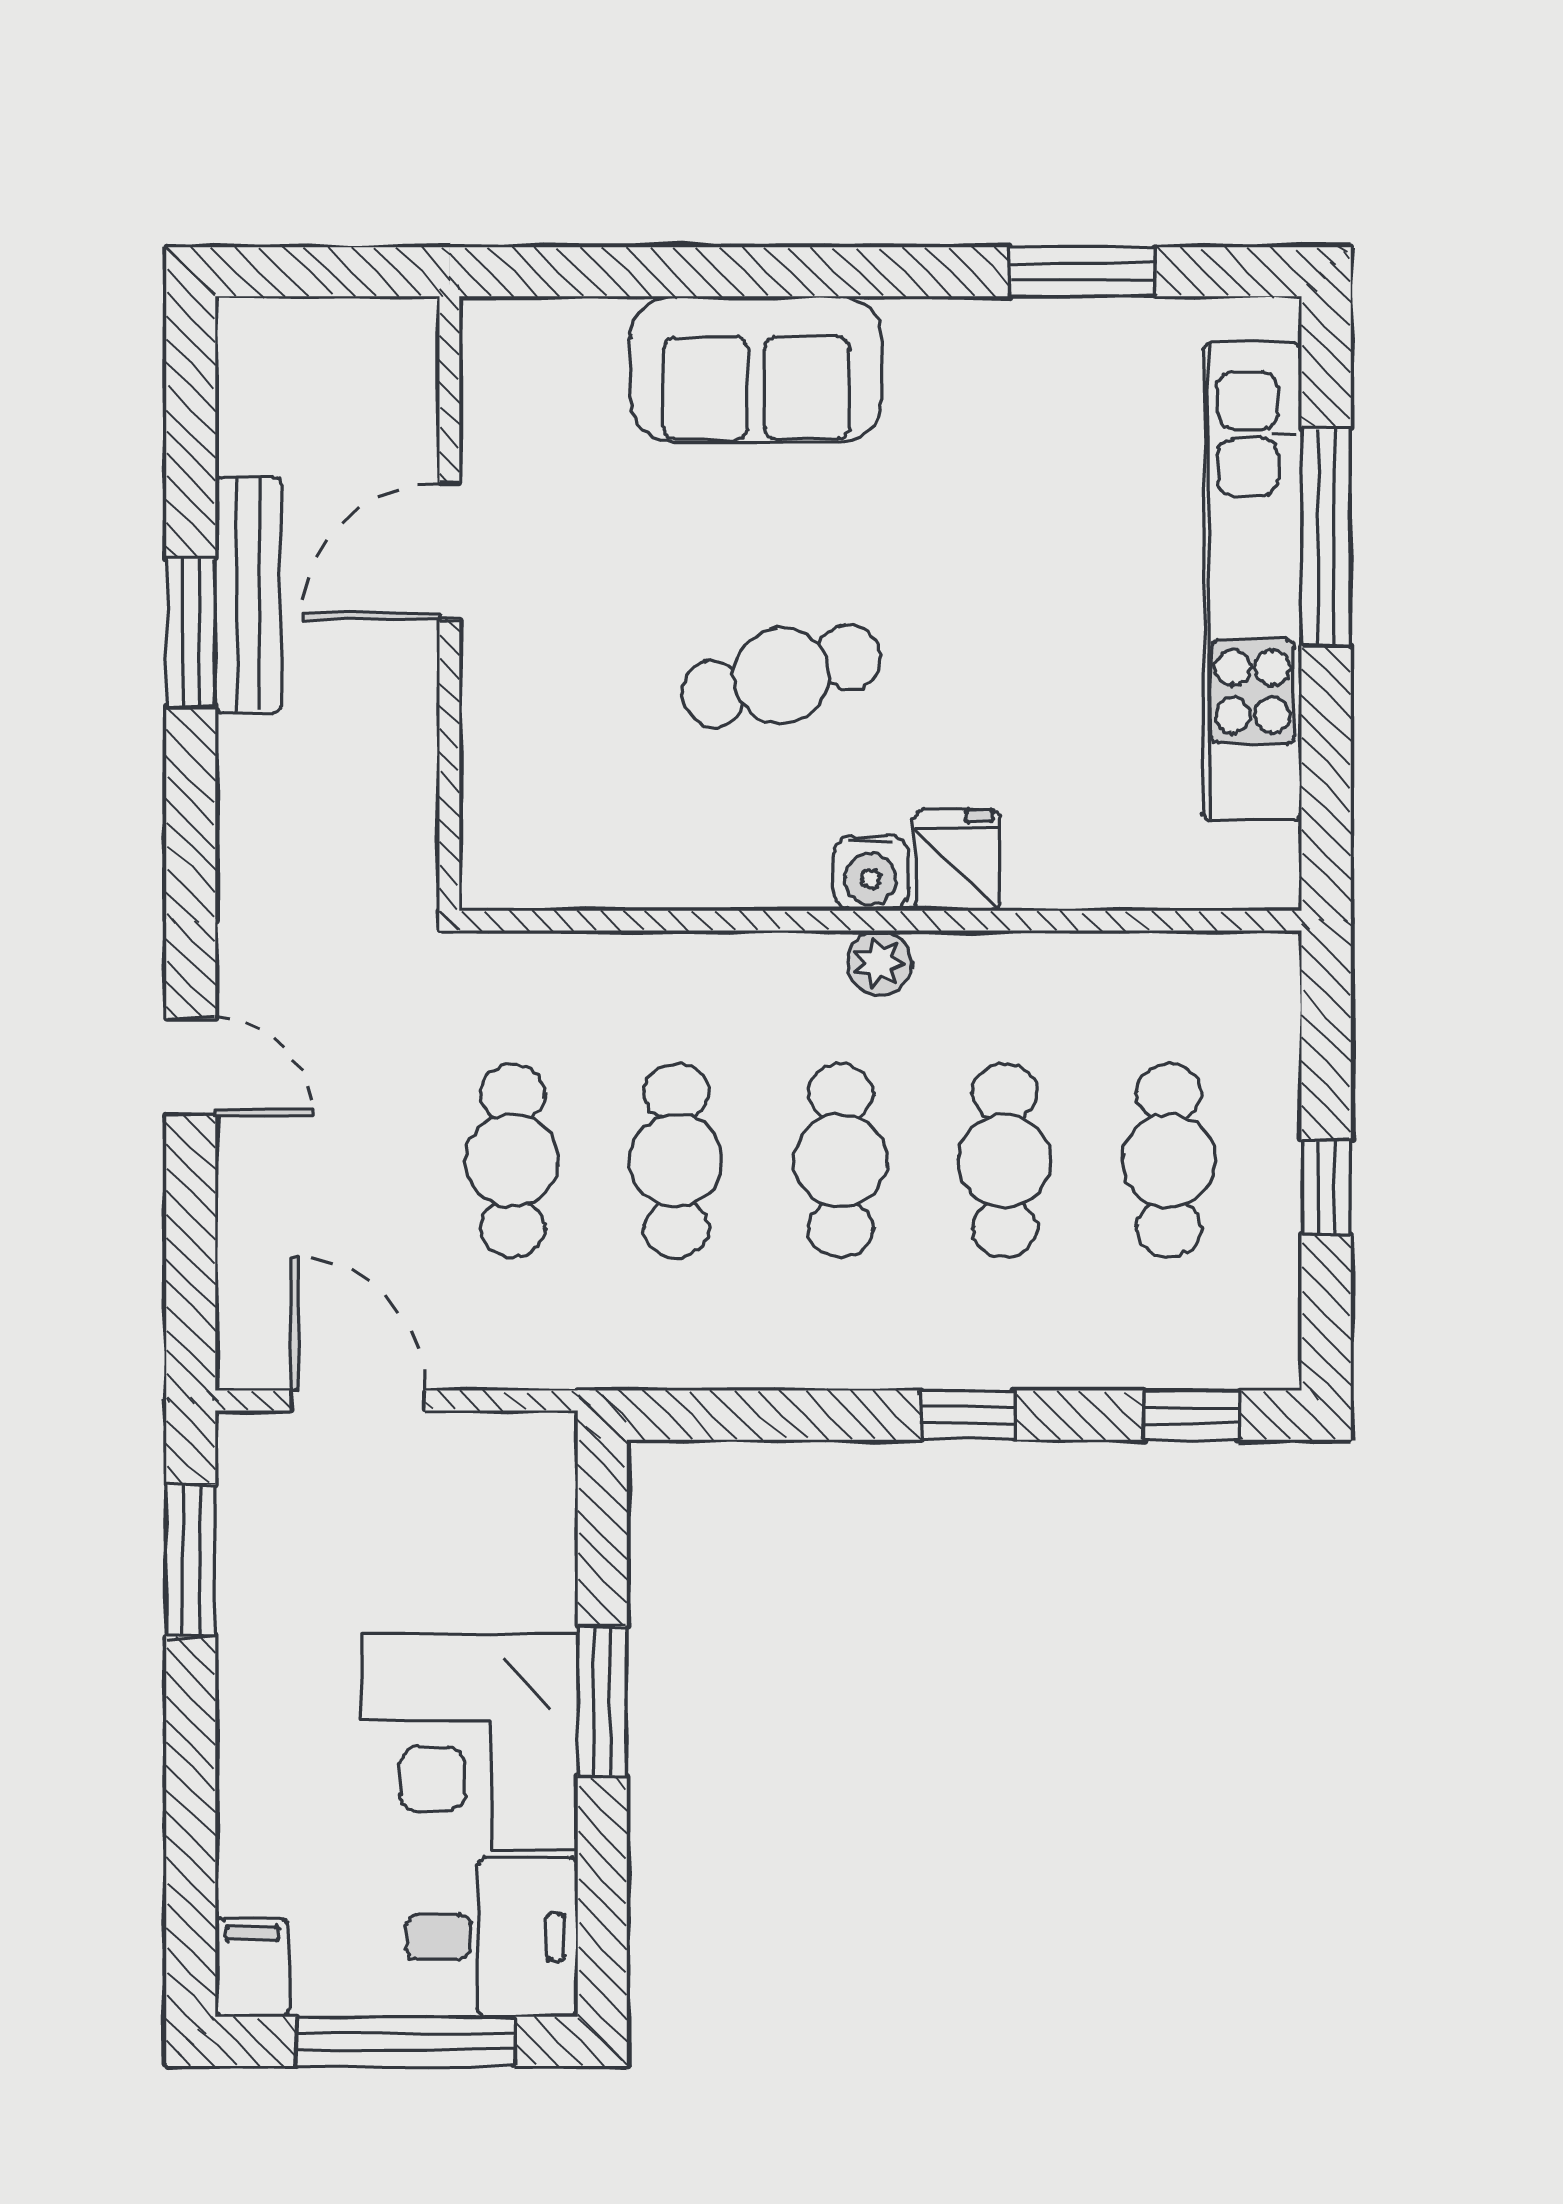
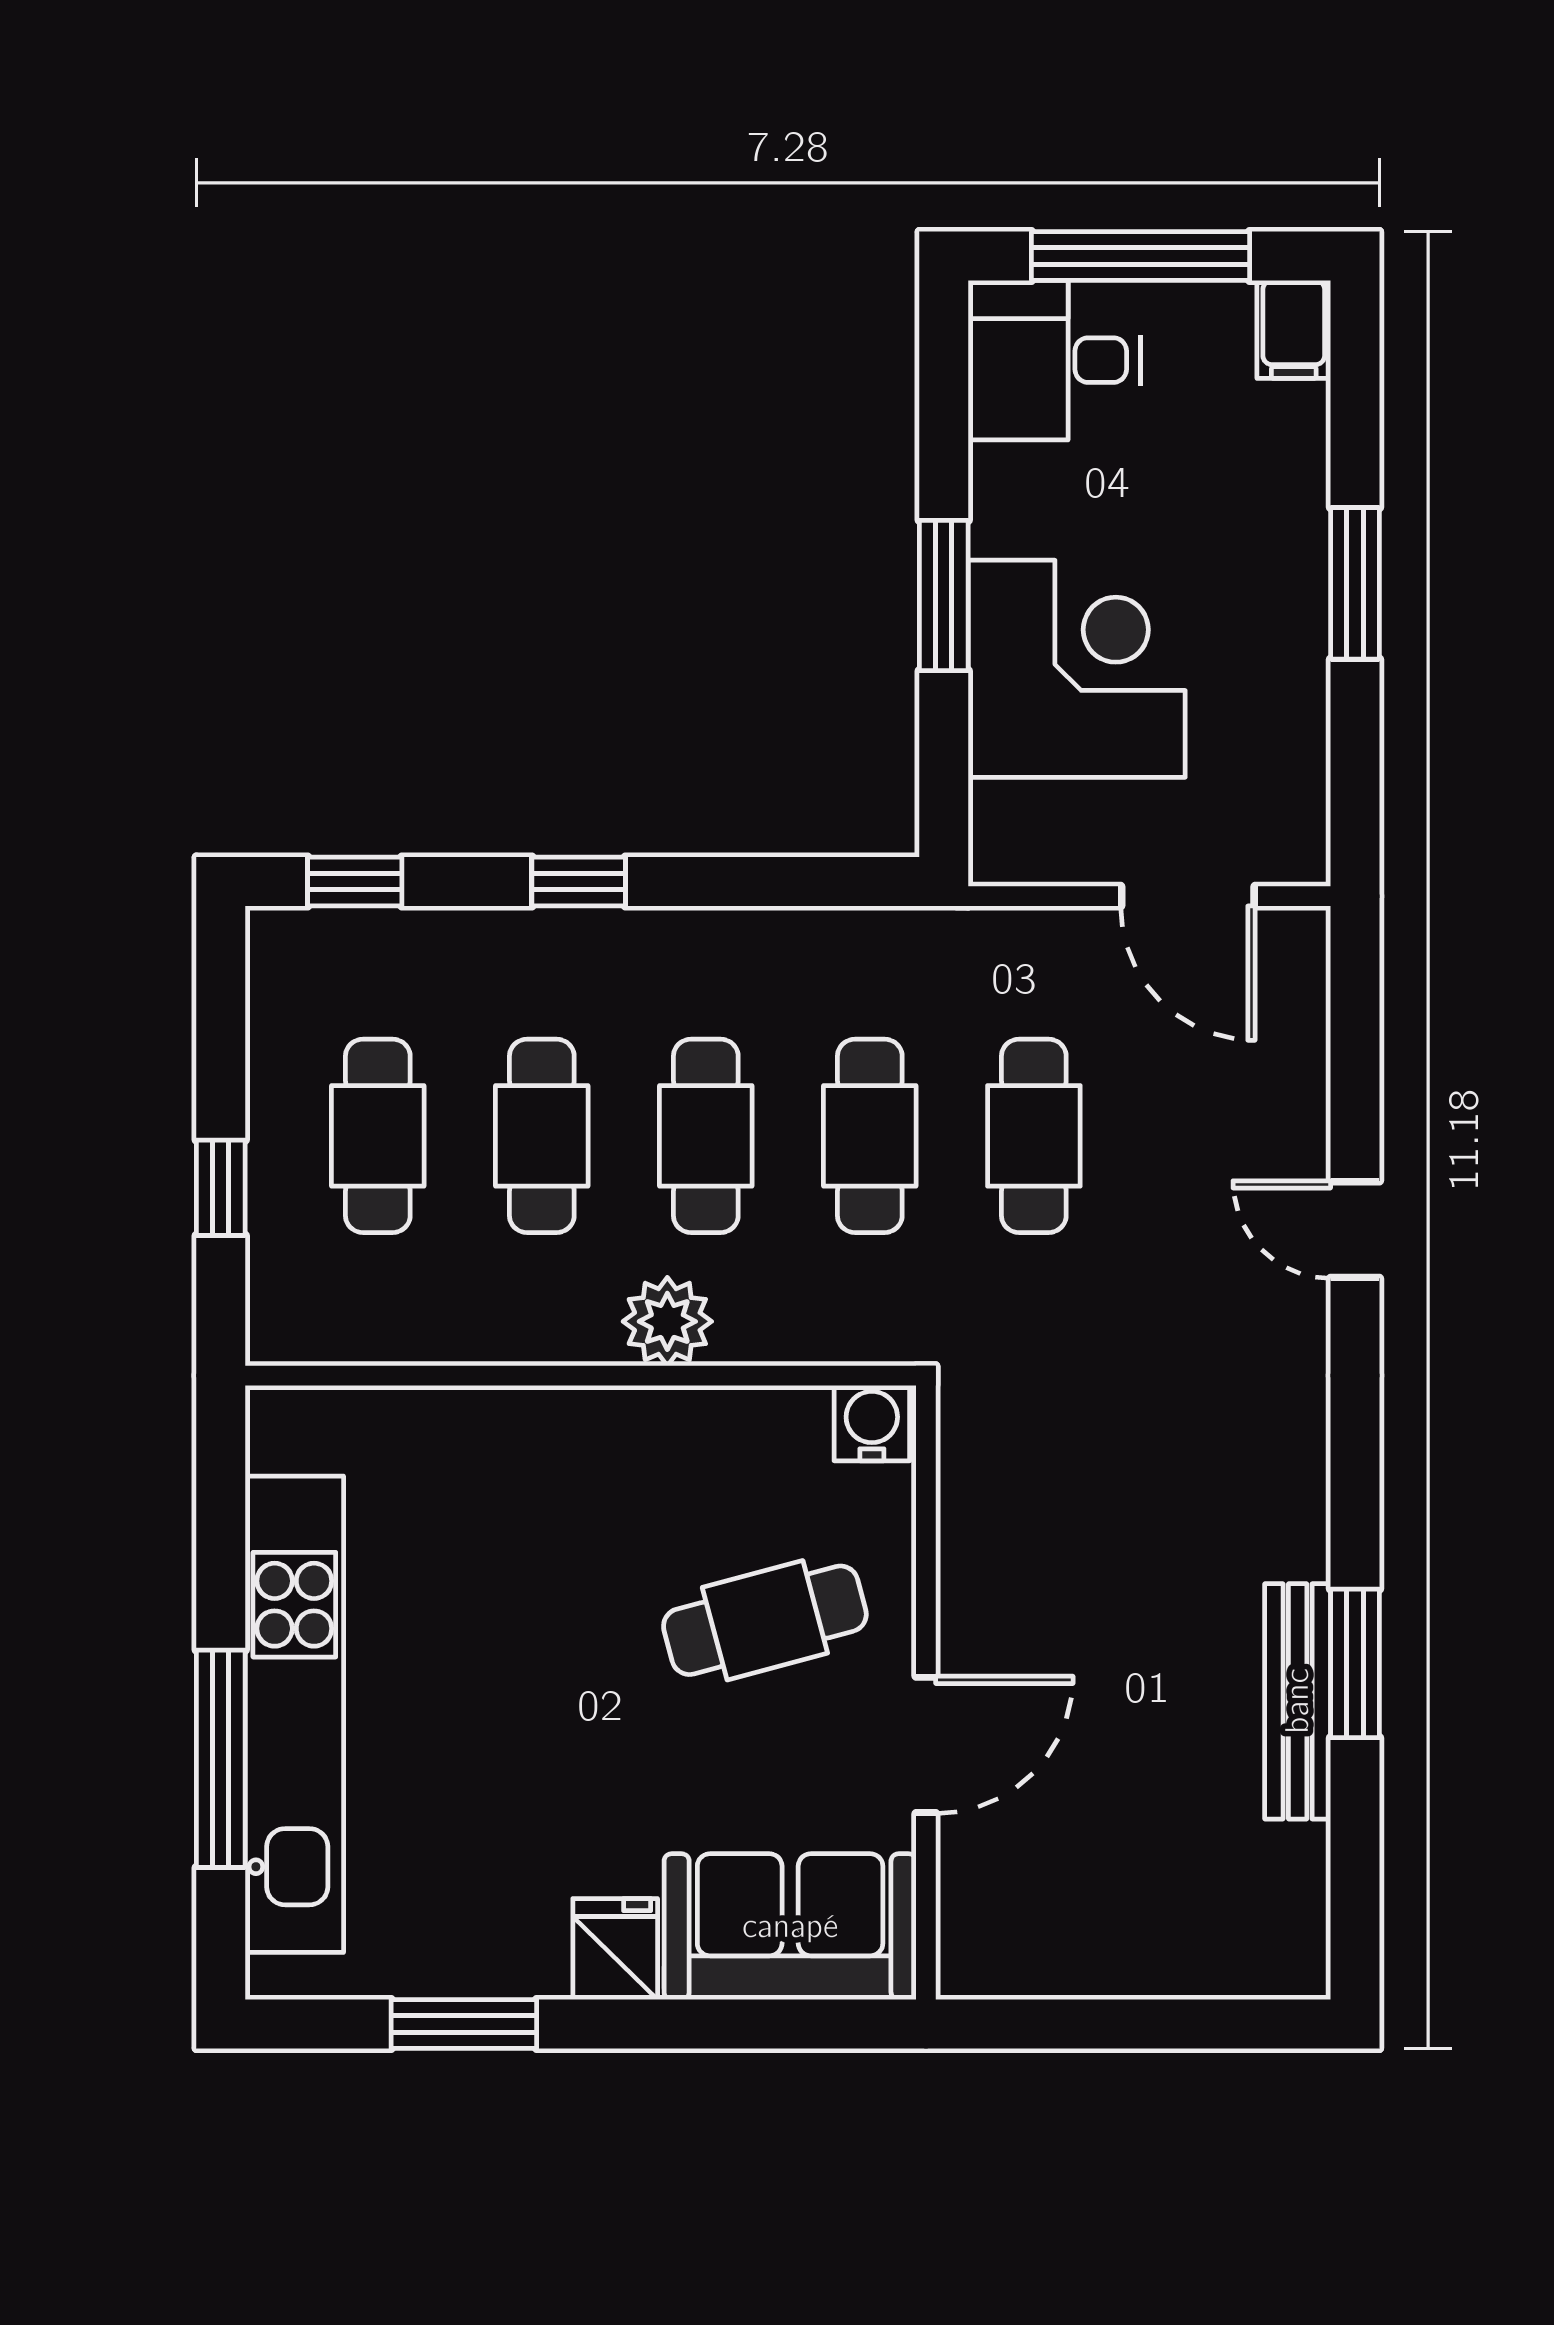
door: (449, 551) -> (926, 1745), moved
wall: (449, 604) -> (926, 1692), moved
fridge: (957, 860) -> (615, 1949), moved, turned 180
water cooler: (871, 873) -> (872, 1423), moved
plant: (879, 963) -> (667, 1321), width x1.38, depth x1.38
window: (1326, 1187) -> (221, 1188), moved
window: (191, 1560) -> (1355, 583), moved
corner desk: (469, 1742) -> (1077, 669), moved

